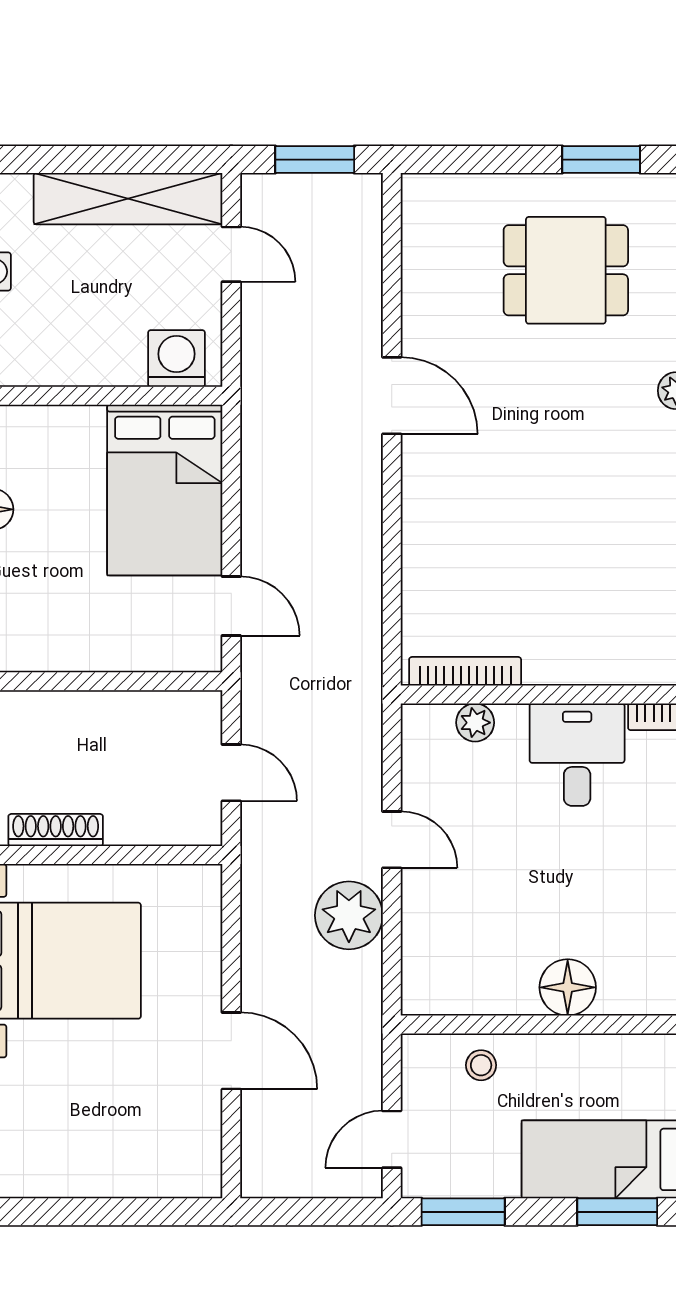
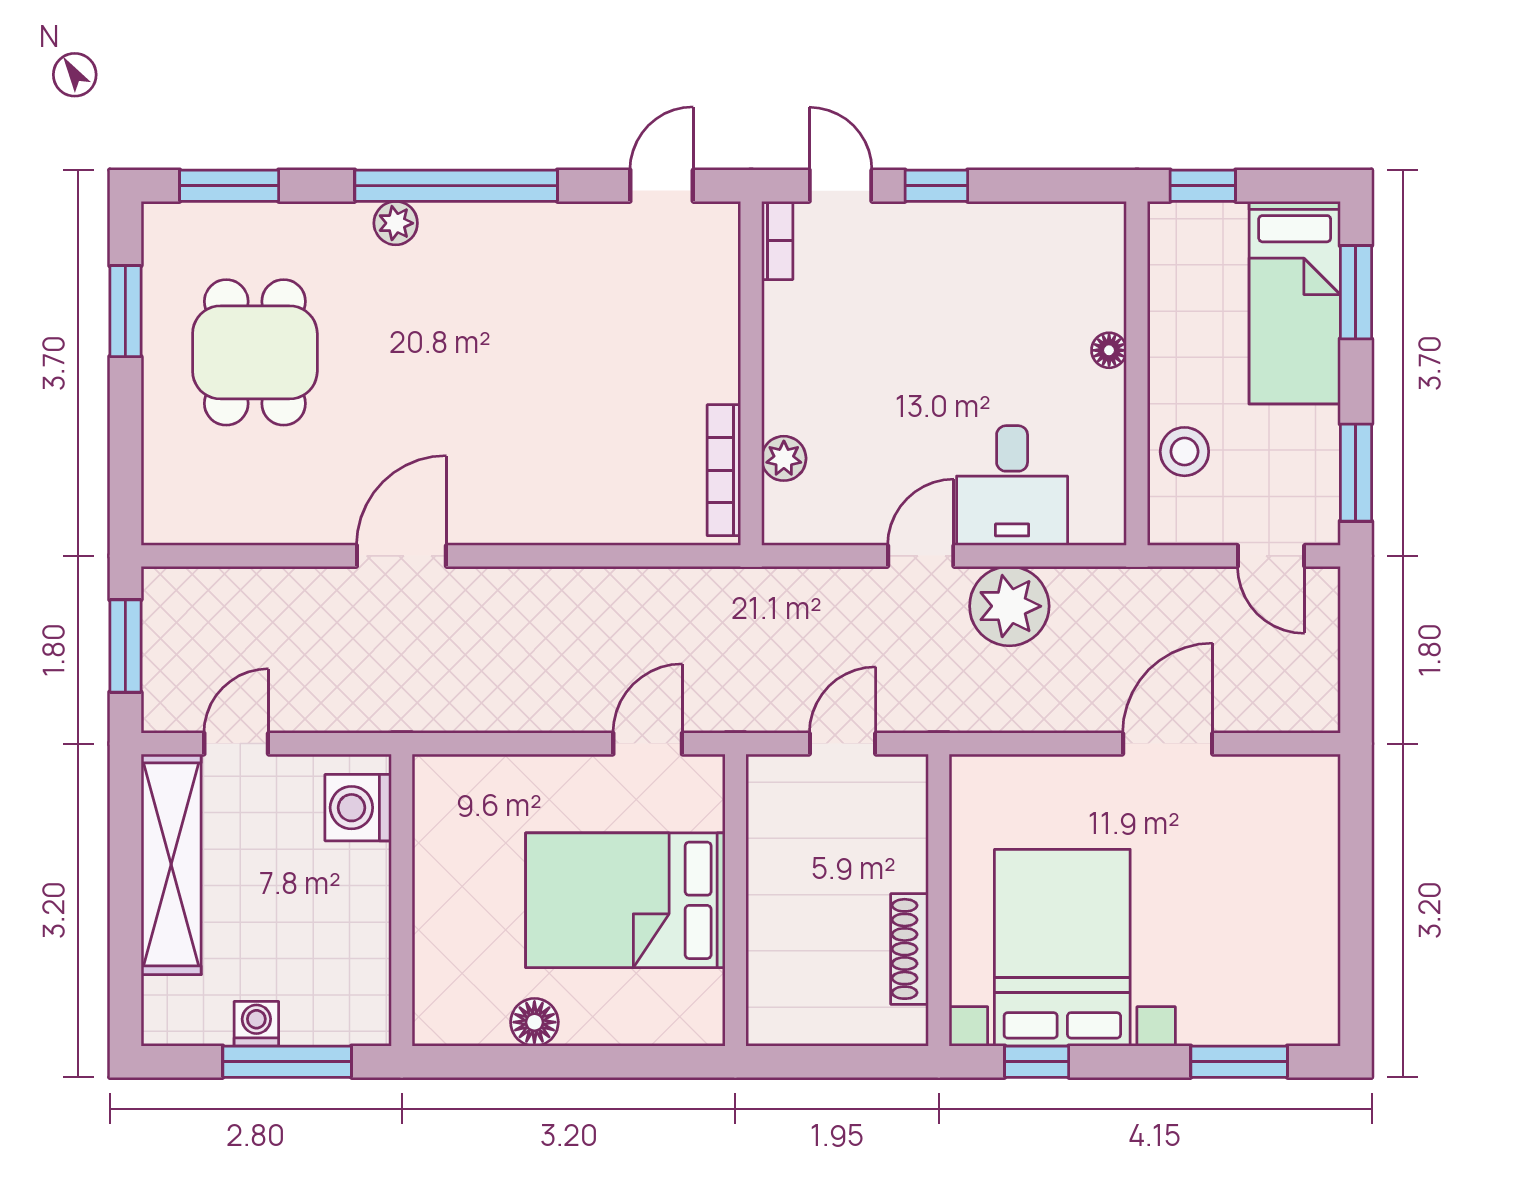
bed: (165, 490) -> (625, 900), moved, turned 180
desk: (577, 755) -> (1012, 486), moved, turned -90
floor lamp: (568, 987) -> (1109, 350), width x0.53, depth x0.53
stool: (481, 1065) -> (1184, 452), width x1.37, depth x1.37

